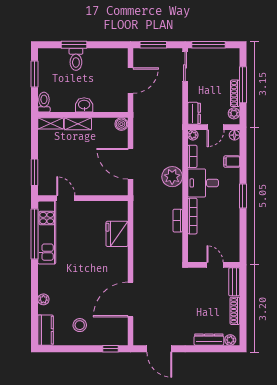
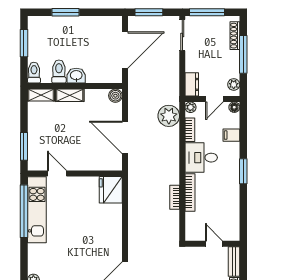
toilet: (76, 59) -> (59, 72), moved, turned 180
door: (131, 81) -> (125, 50), width x1.36
shoe rack: (235, 93) -> (235, 36), moved
plant: (172, 177) -> (169, 116), moved
fridge: (117, 234) -> (111, 190), moved

